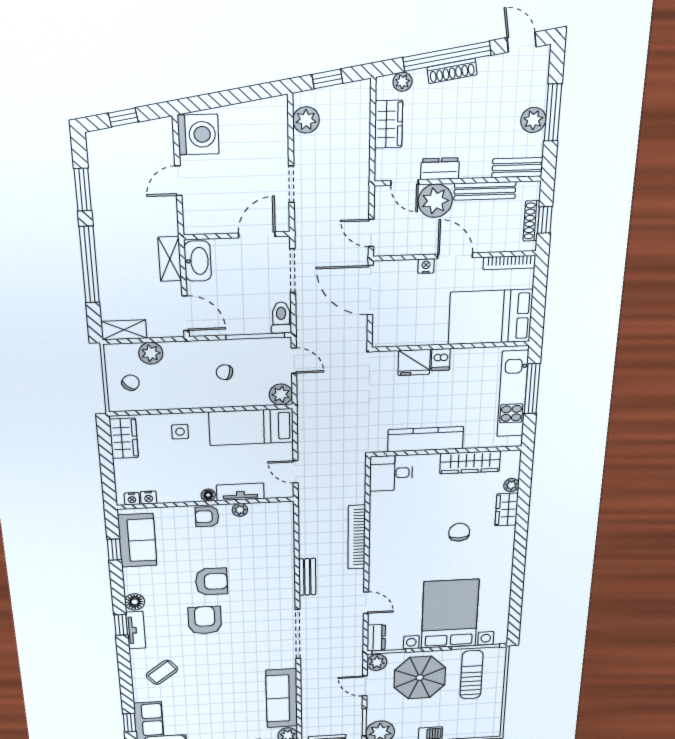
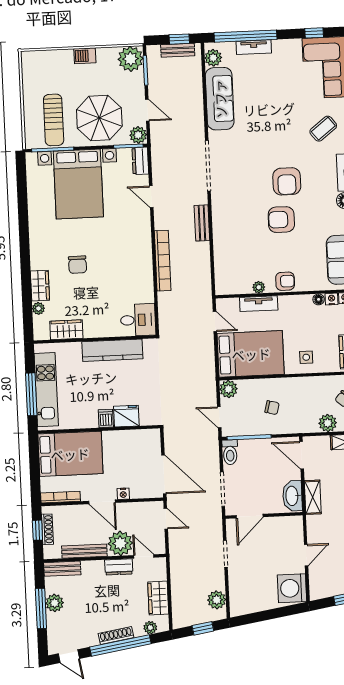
bed: (251, 427) -> (251, 354), width x1.50
wardrobe: (470, 462) -> (66, 330), width x0.67
floor lamp: (208, 495) -> (319, 299), moved

